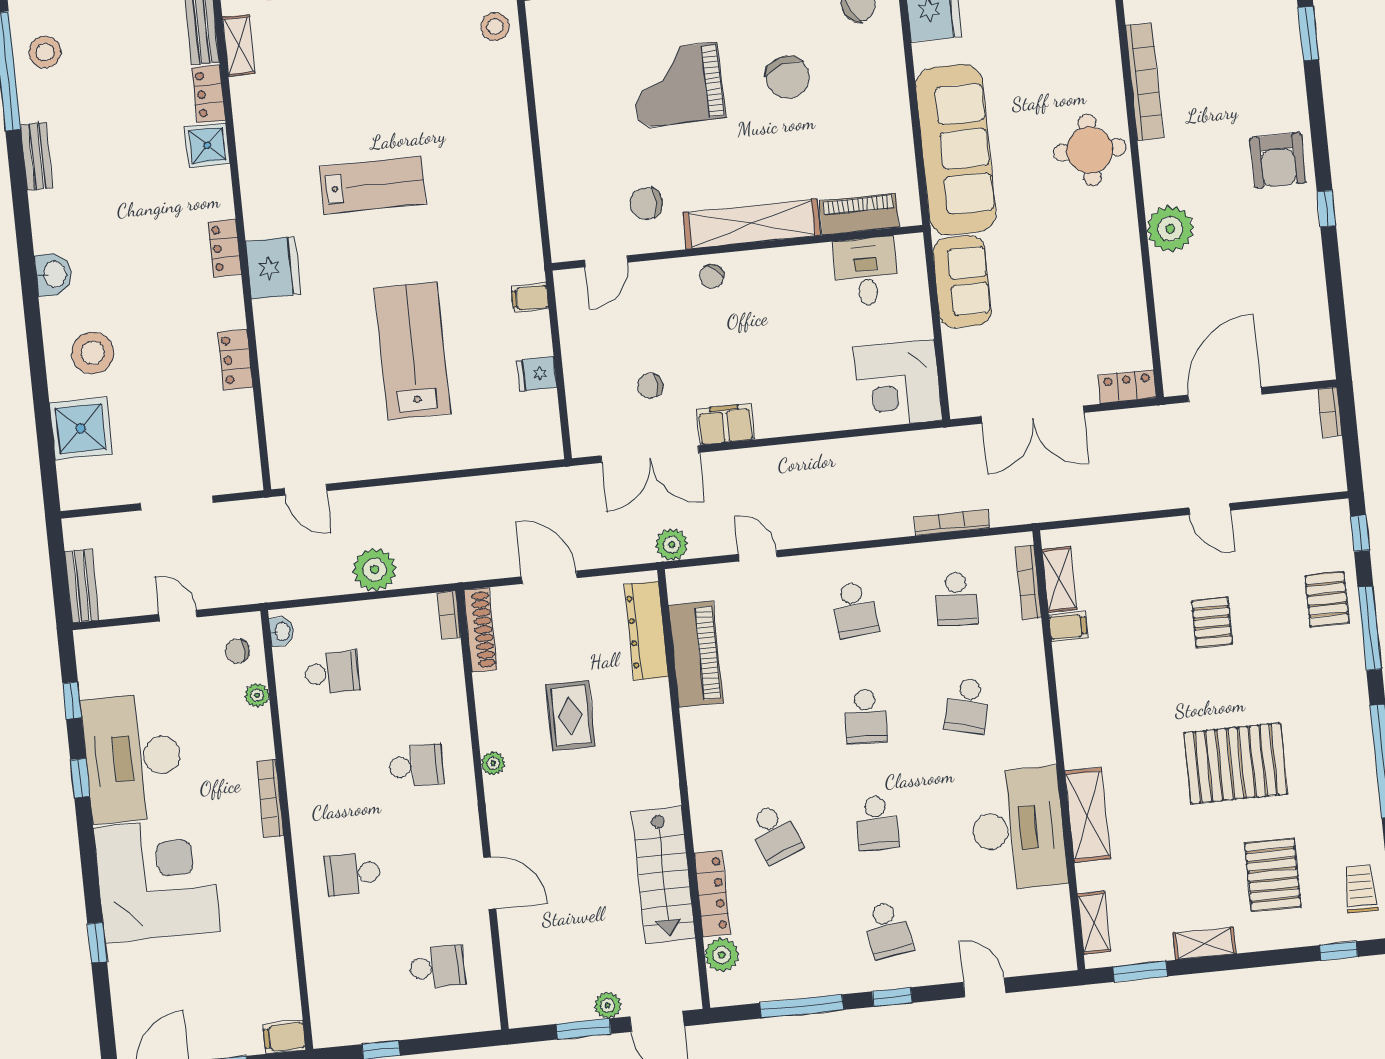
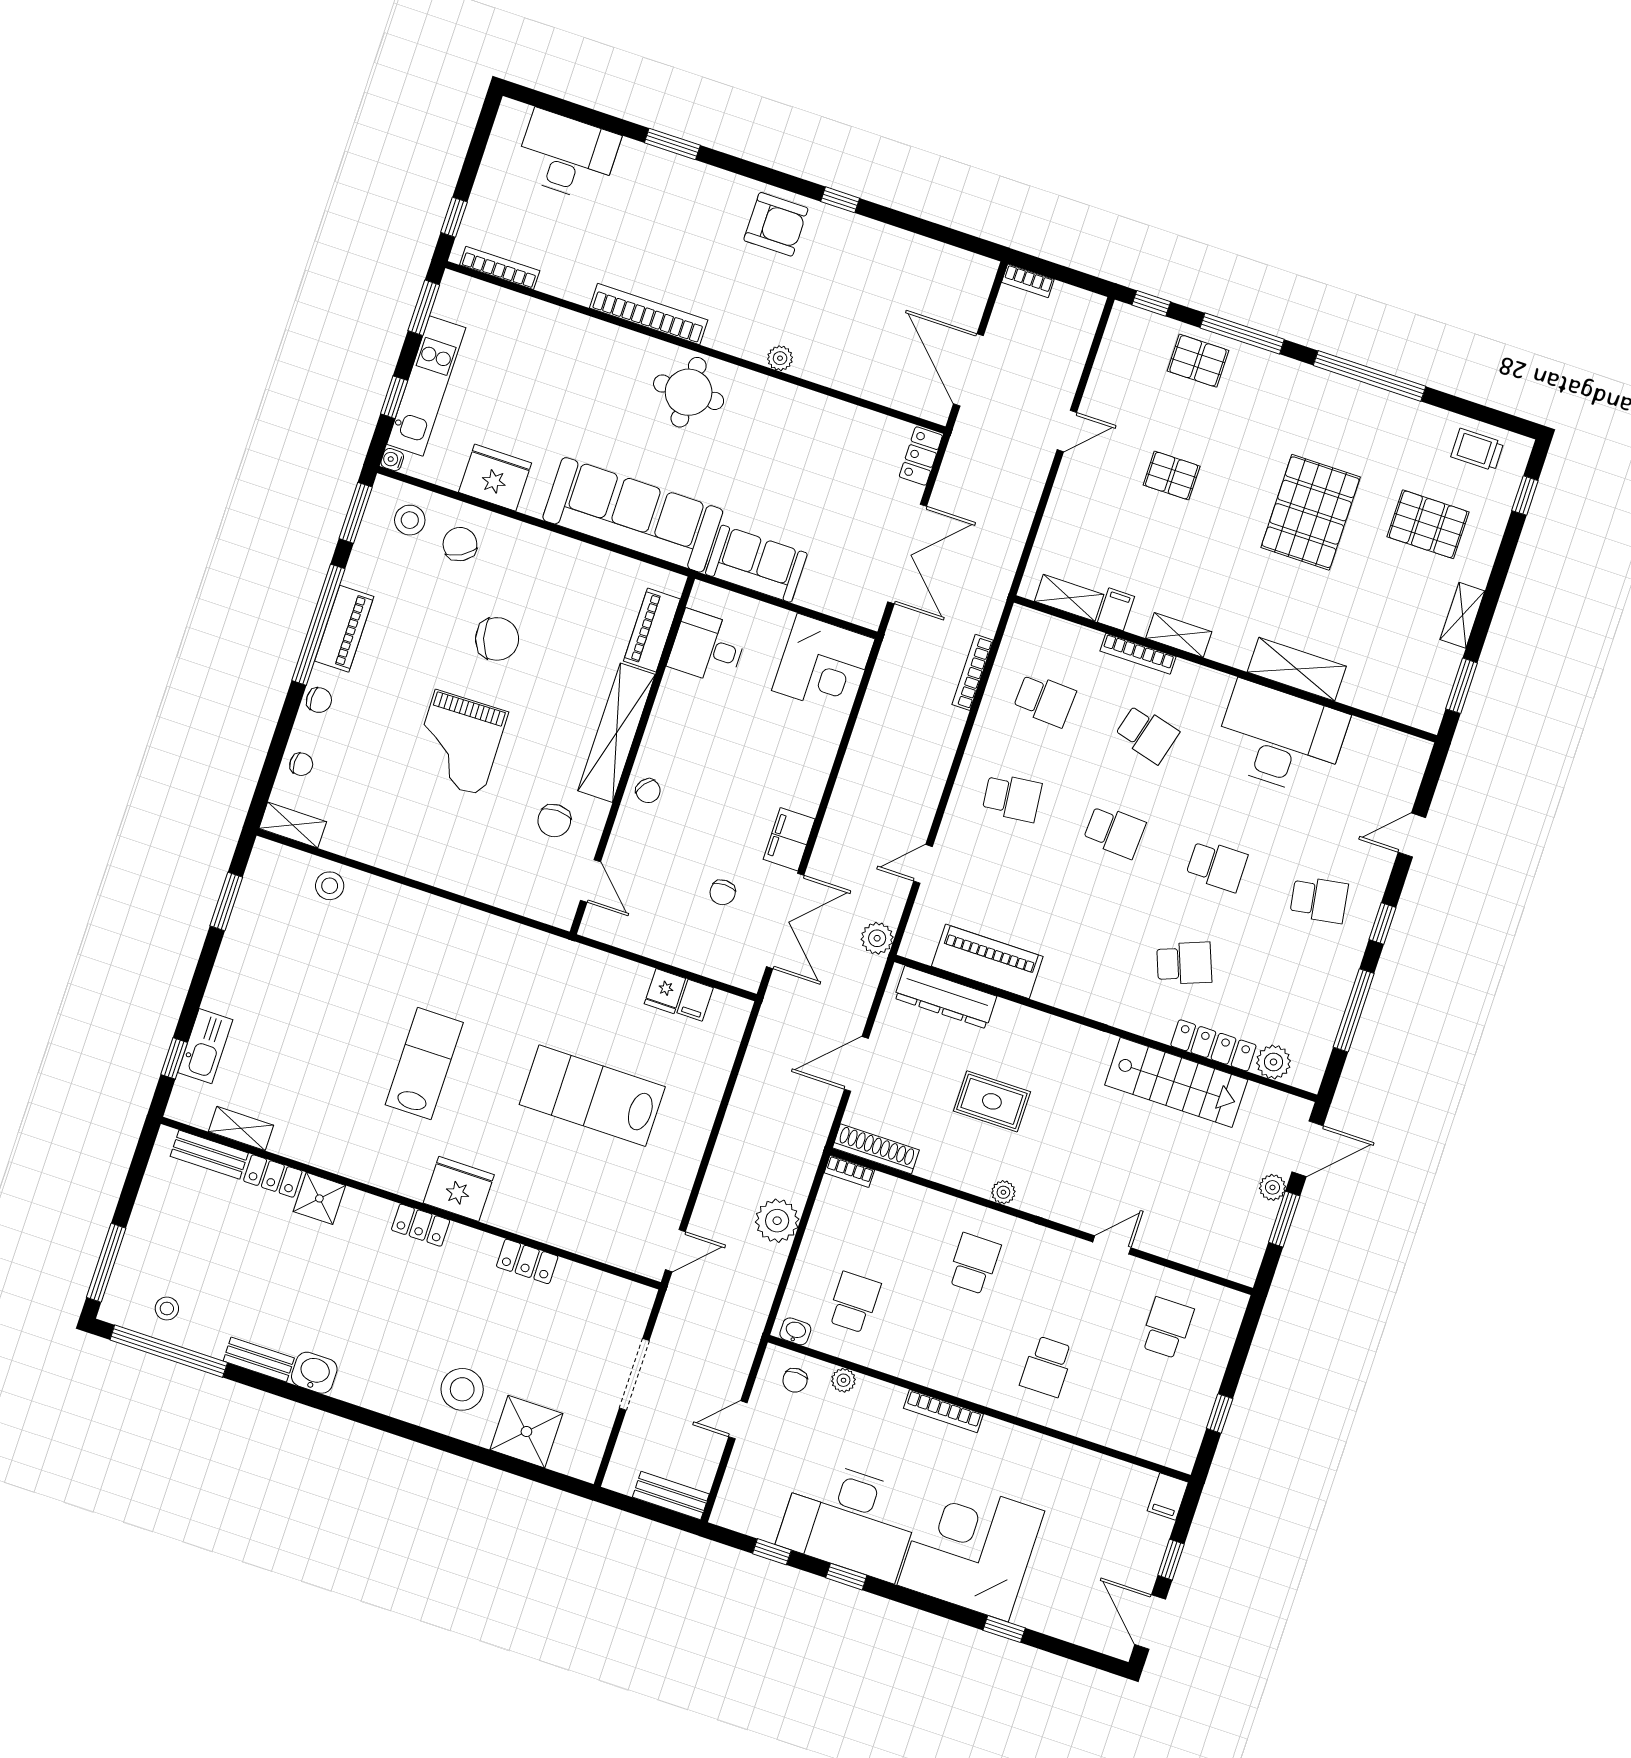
stool: (45, 52) -> (167, 1308), width x0.73, depth x0.73
plant: (1170, 229) -> (780, 358), width x0.53, depth x0.53
washbasin: (54, 274) -> (314, 1373), moved
filing cabinet: (530, 298) -> (695, 1000), moved
bookcase: (1028, 582) -> (1138, 654), moved
door: (490, 883) -> (1112, 1245), width x0.73
shelving: (1094, 923) -> (1179, 635), moved

